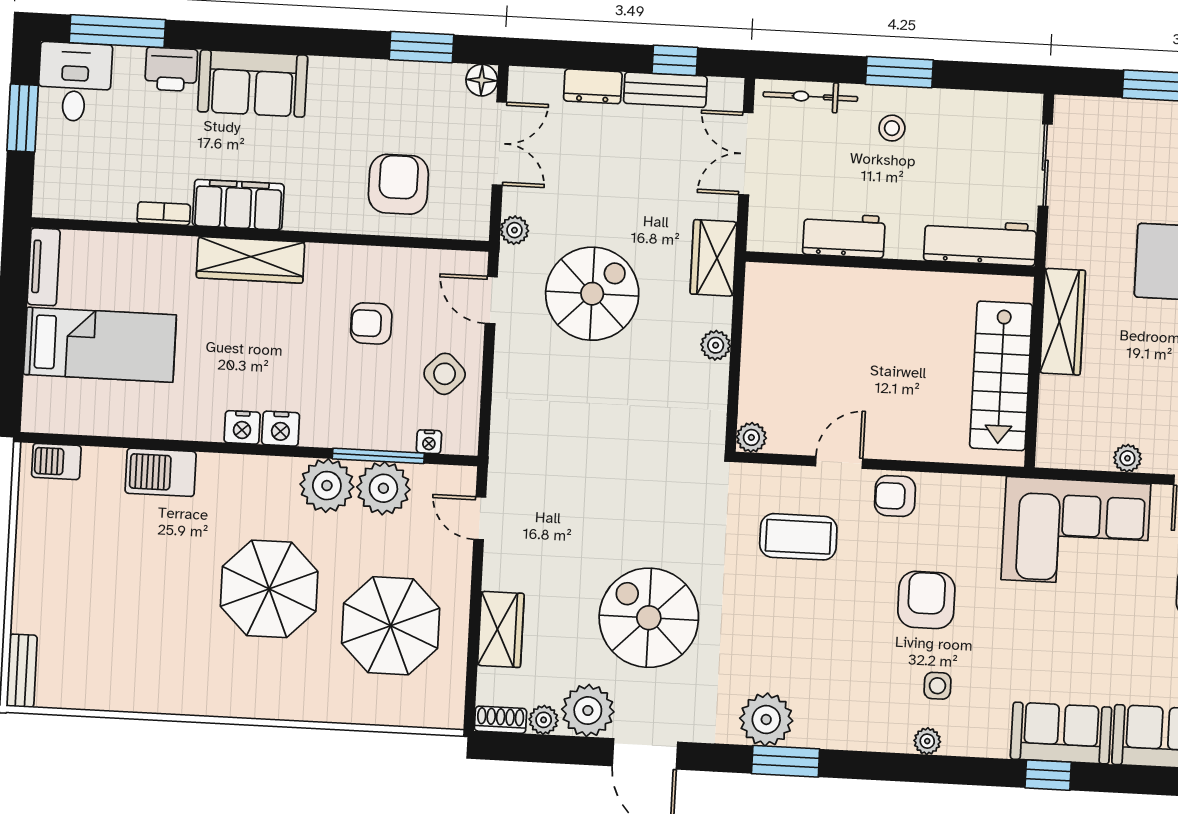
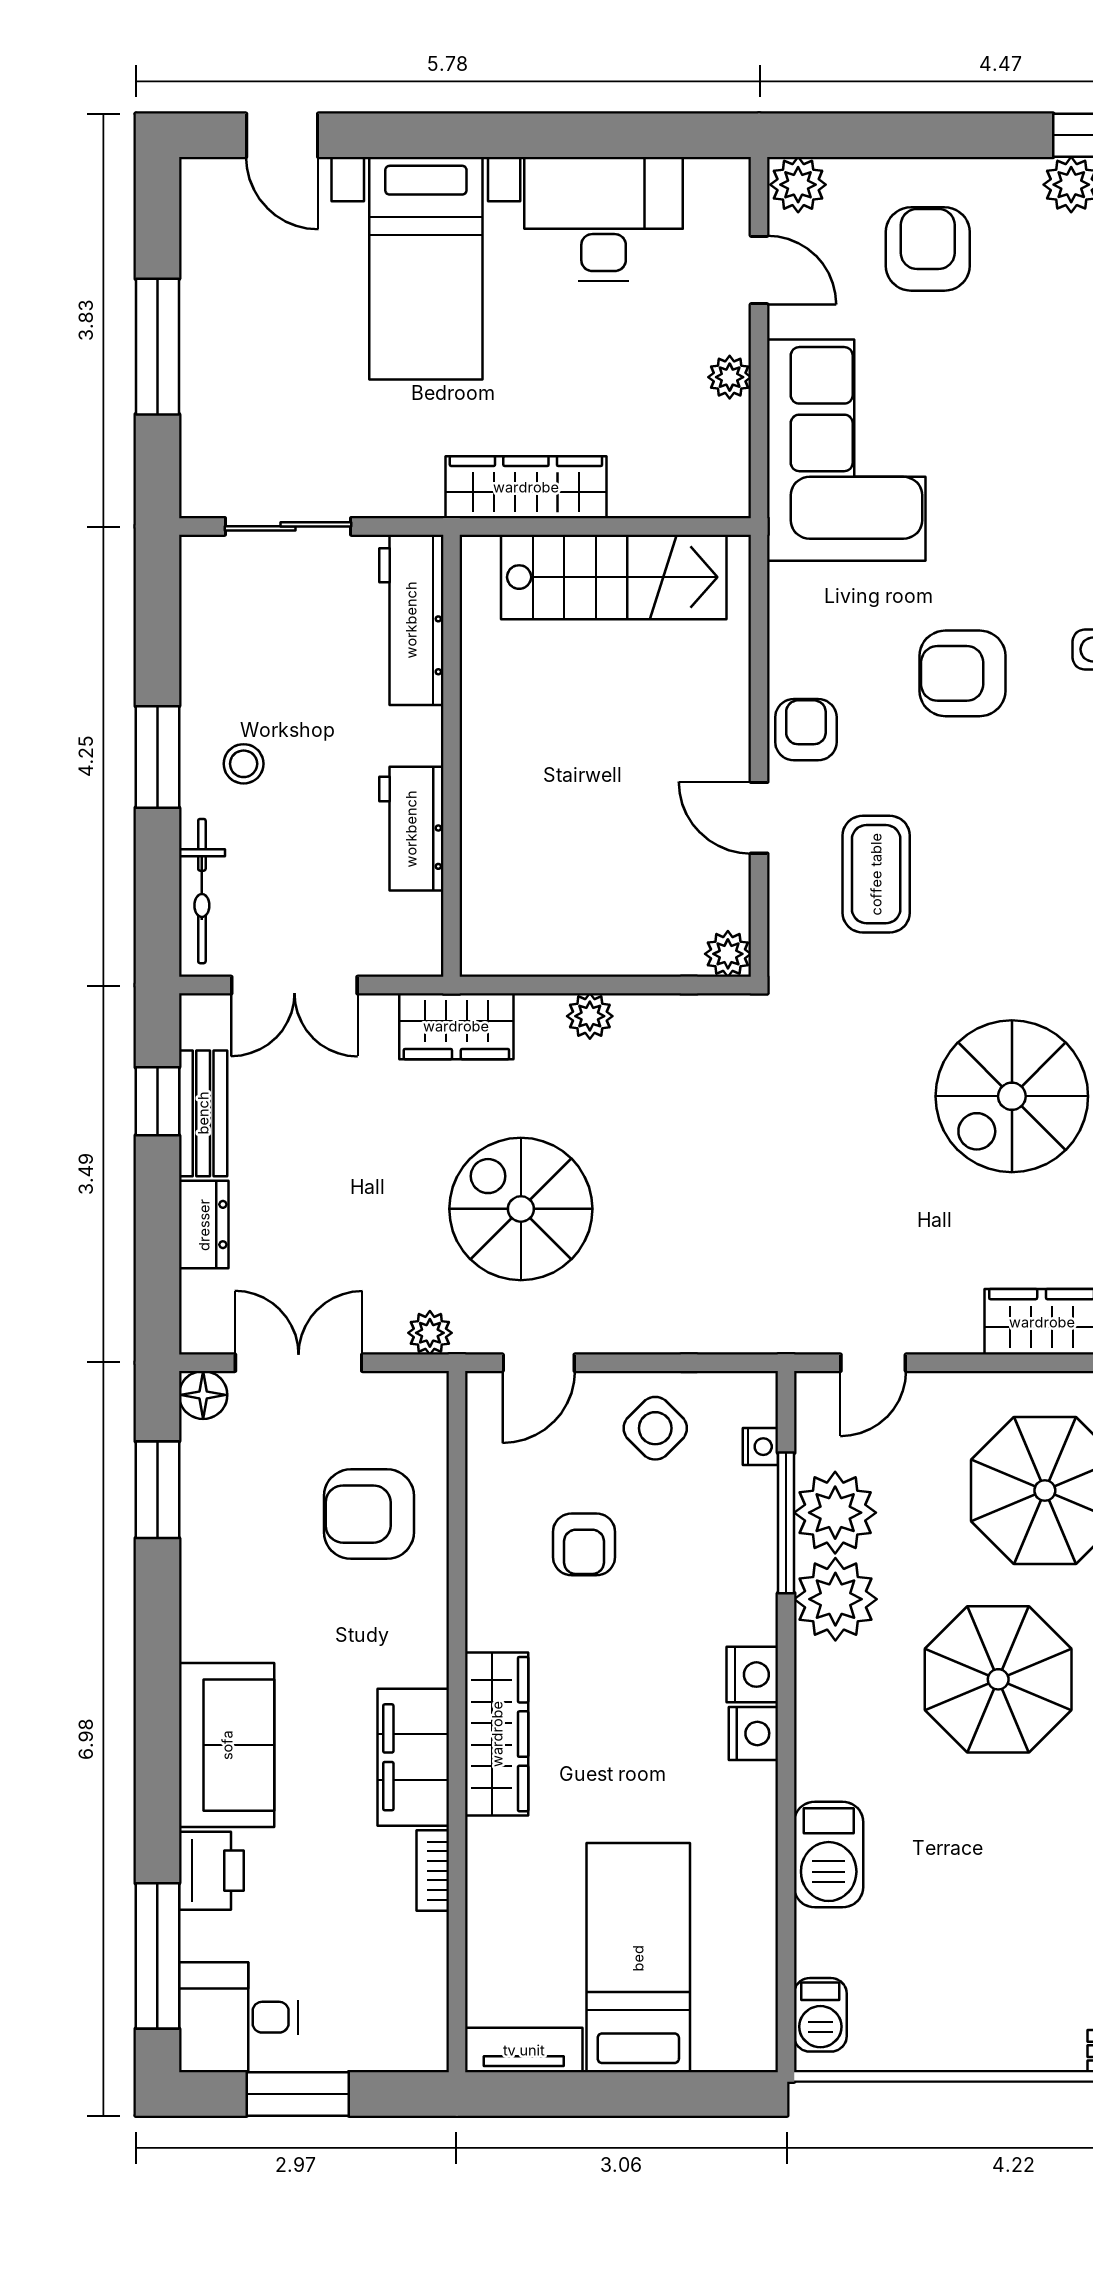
armchair: (895, 496) -> (806, 730), turned 180

